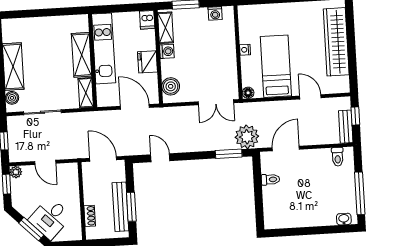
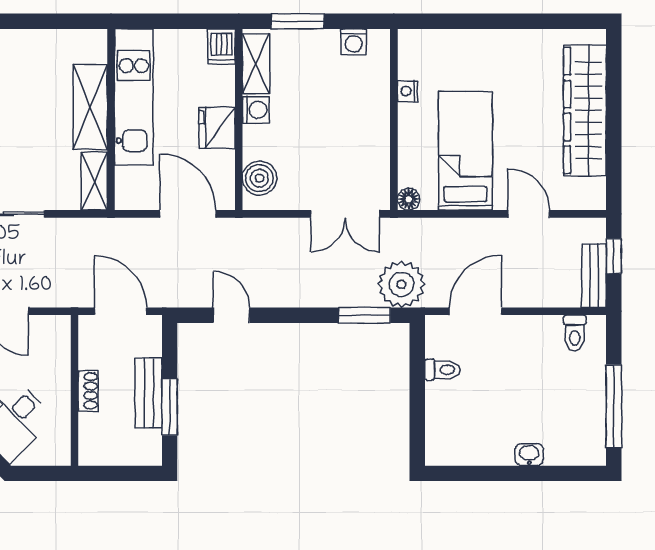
nightstand: (245, 50) -> (407, 91), moved
bench: (120, 207) -> (149, 393), width x0.73
shoe rack: (90, 216) -> (88, 391), moved
washbasin: (344, 219) -> (529, 455), moved

